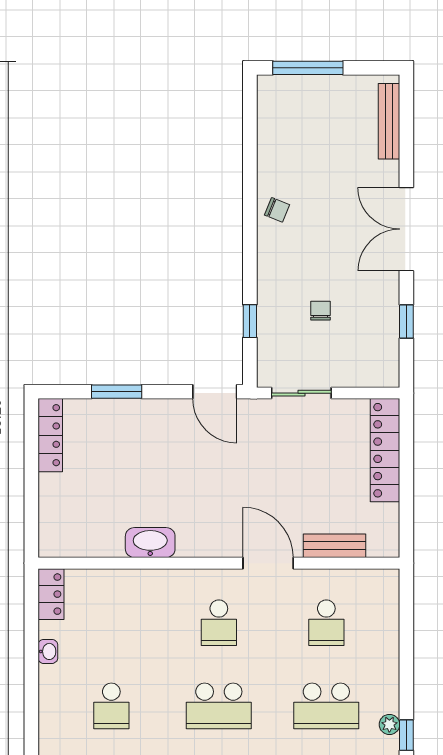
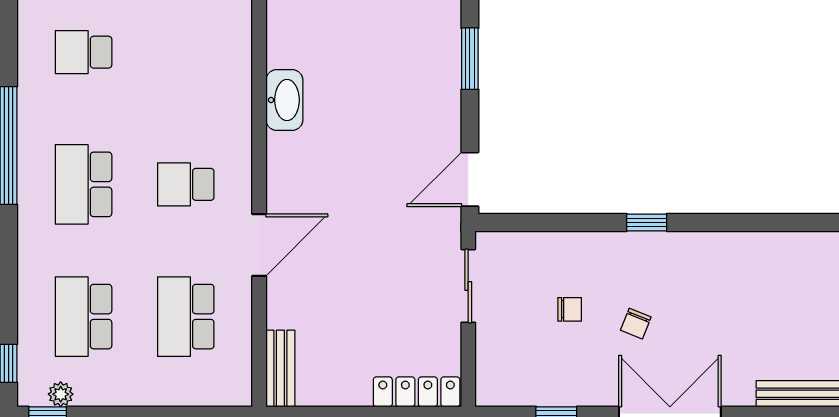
chair: (277, 210) -> (636, 324), moved
window: (250, 321) -> (647, 223), moved
locker: (385, 450) -> (417, 392), width x0.71, depth x0.83
bench: (334, 546) -> (280, 368), moved
school desk: (326, 623) -> (186, 317), width x1.85

